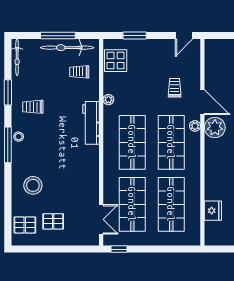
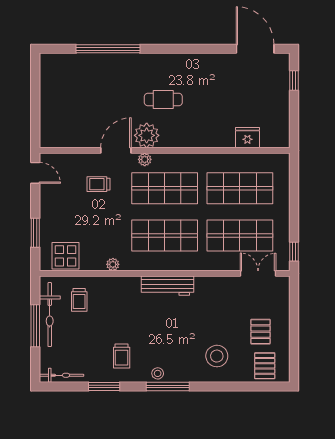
workbench: (91, 123) -> (168, 286), moved

